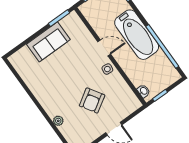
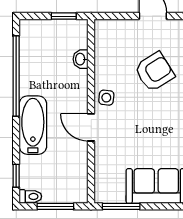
bathtub: (137, 35) -> (33, 125), width x0.73, depth x0.73
washbasin: (144, 91) -> (81, 59), moved

